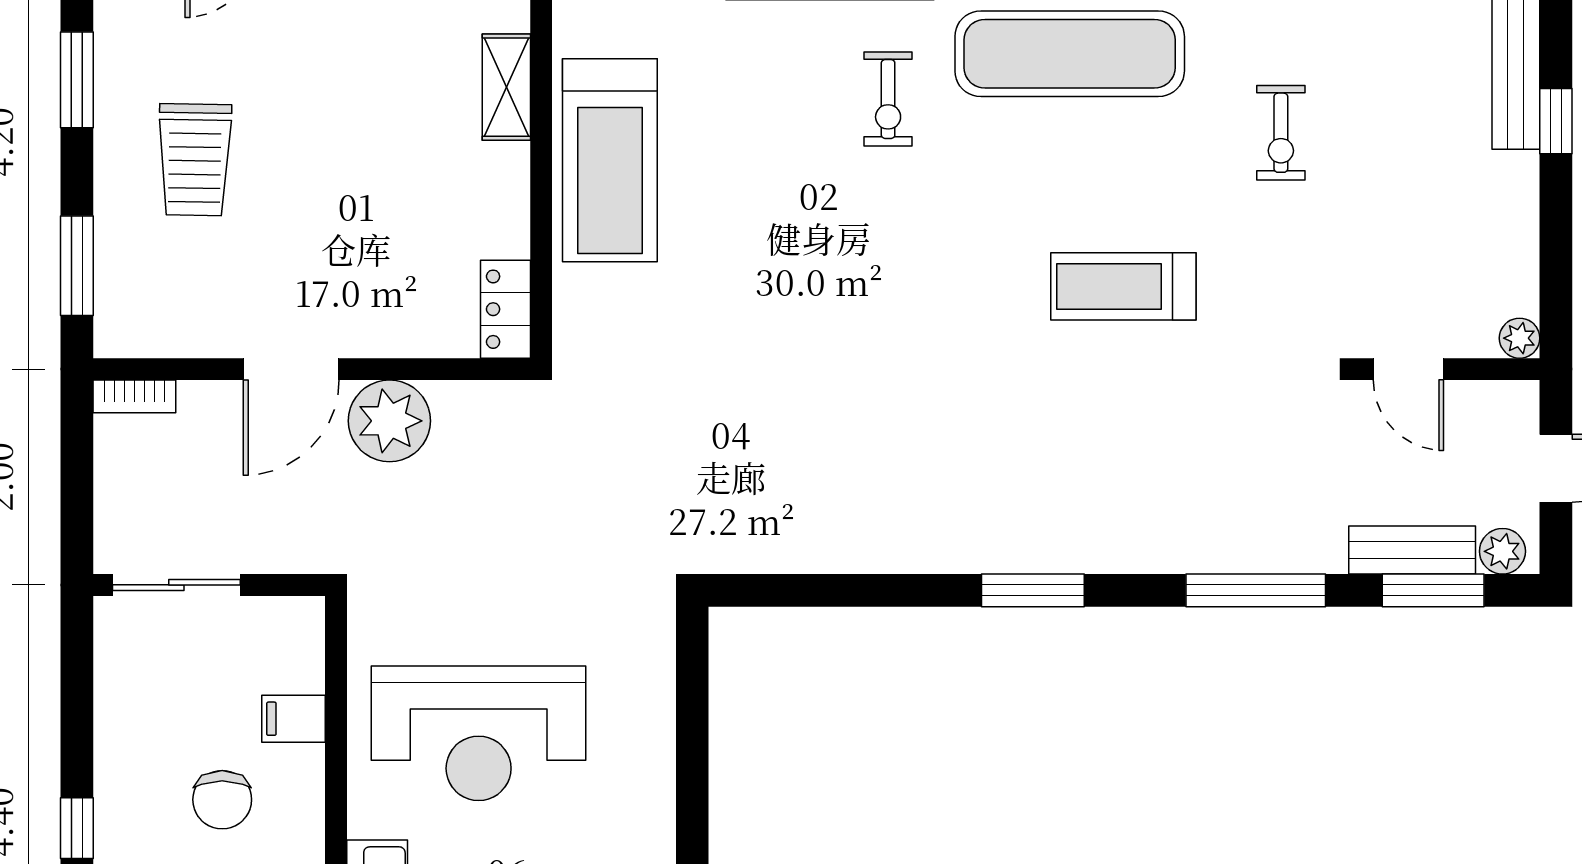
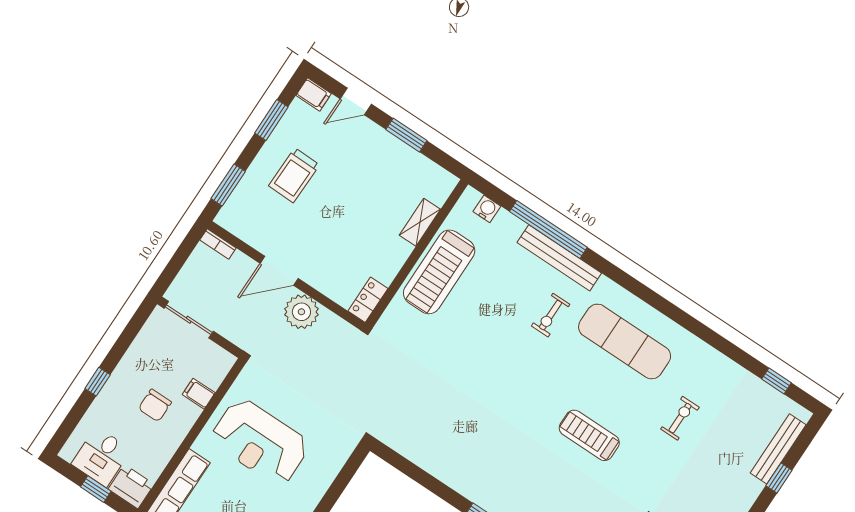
exercise bike: (1281, 133) -> (680, 418), turned 180

